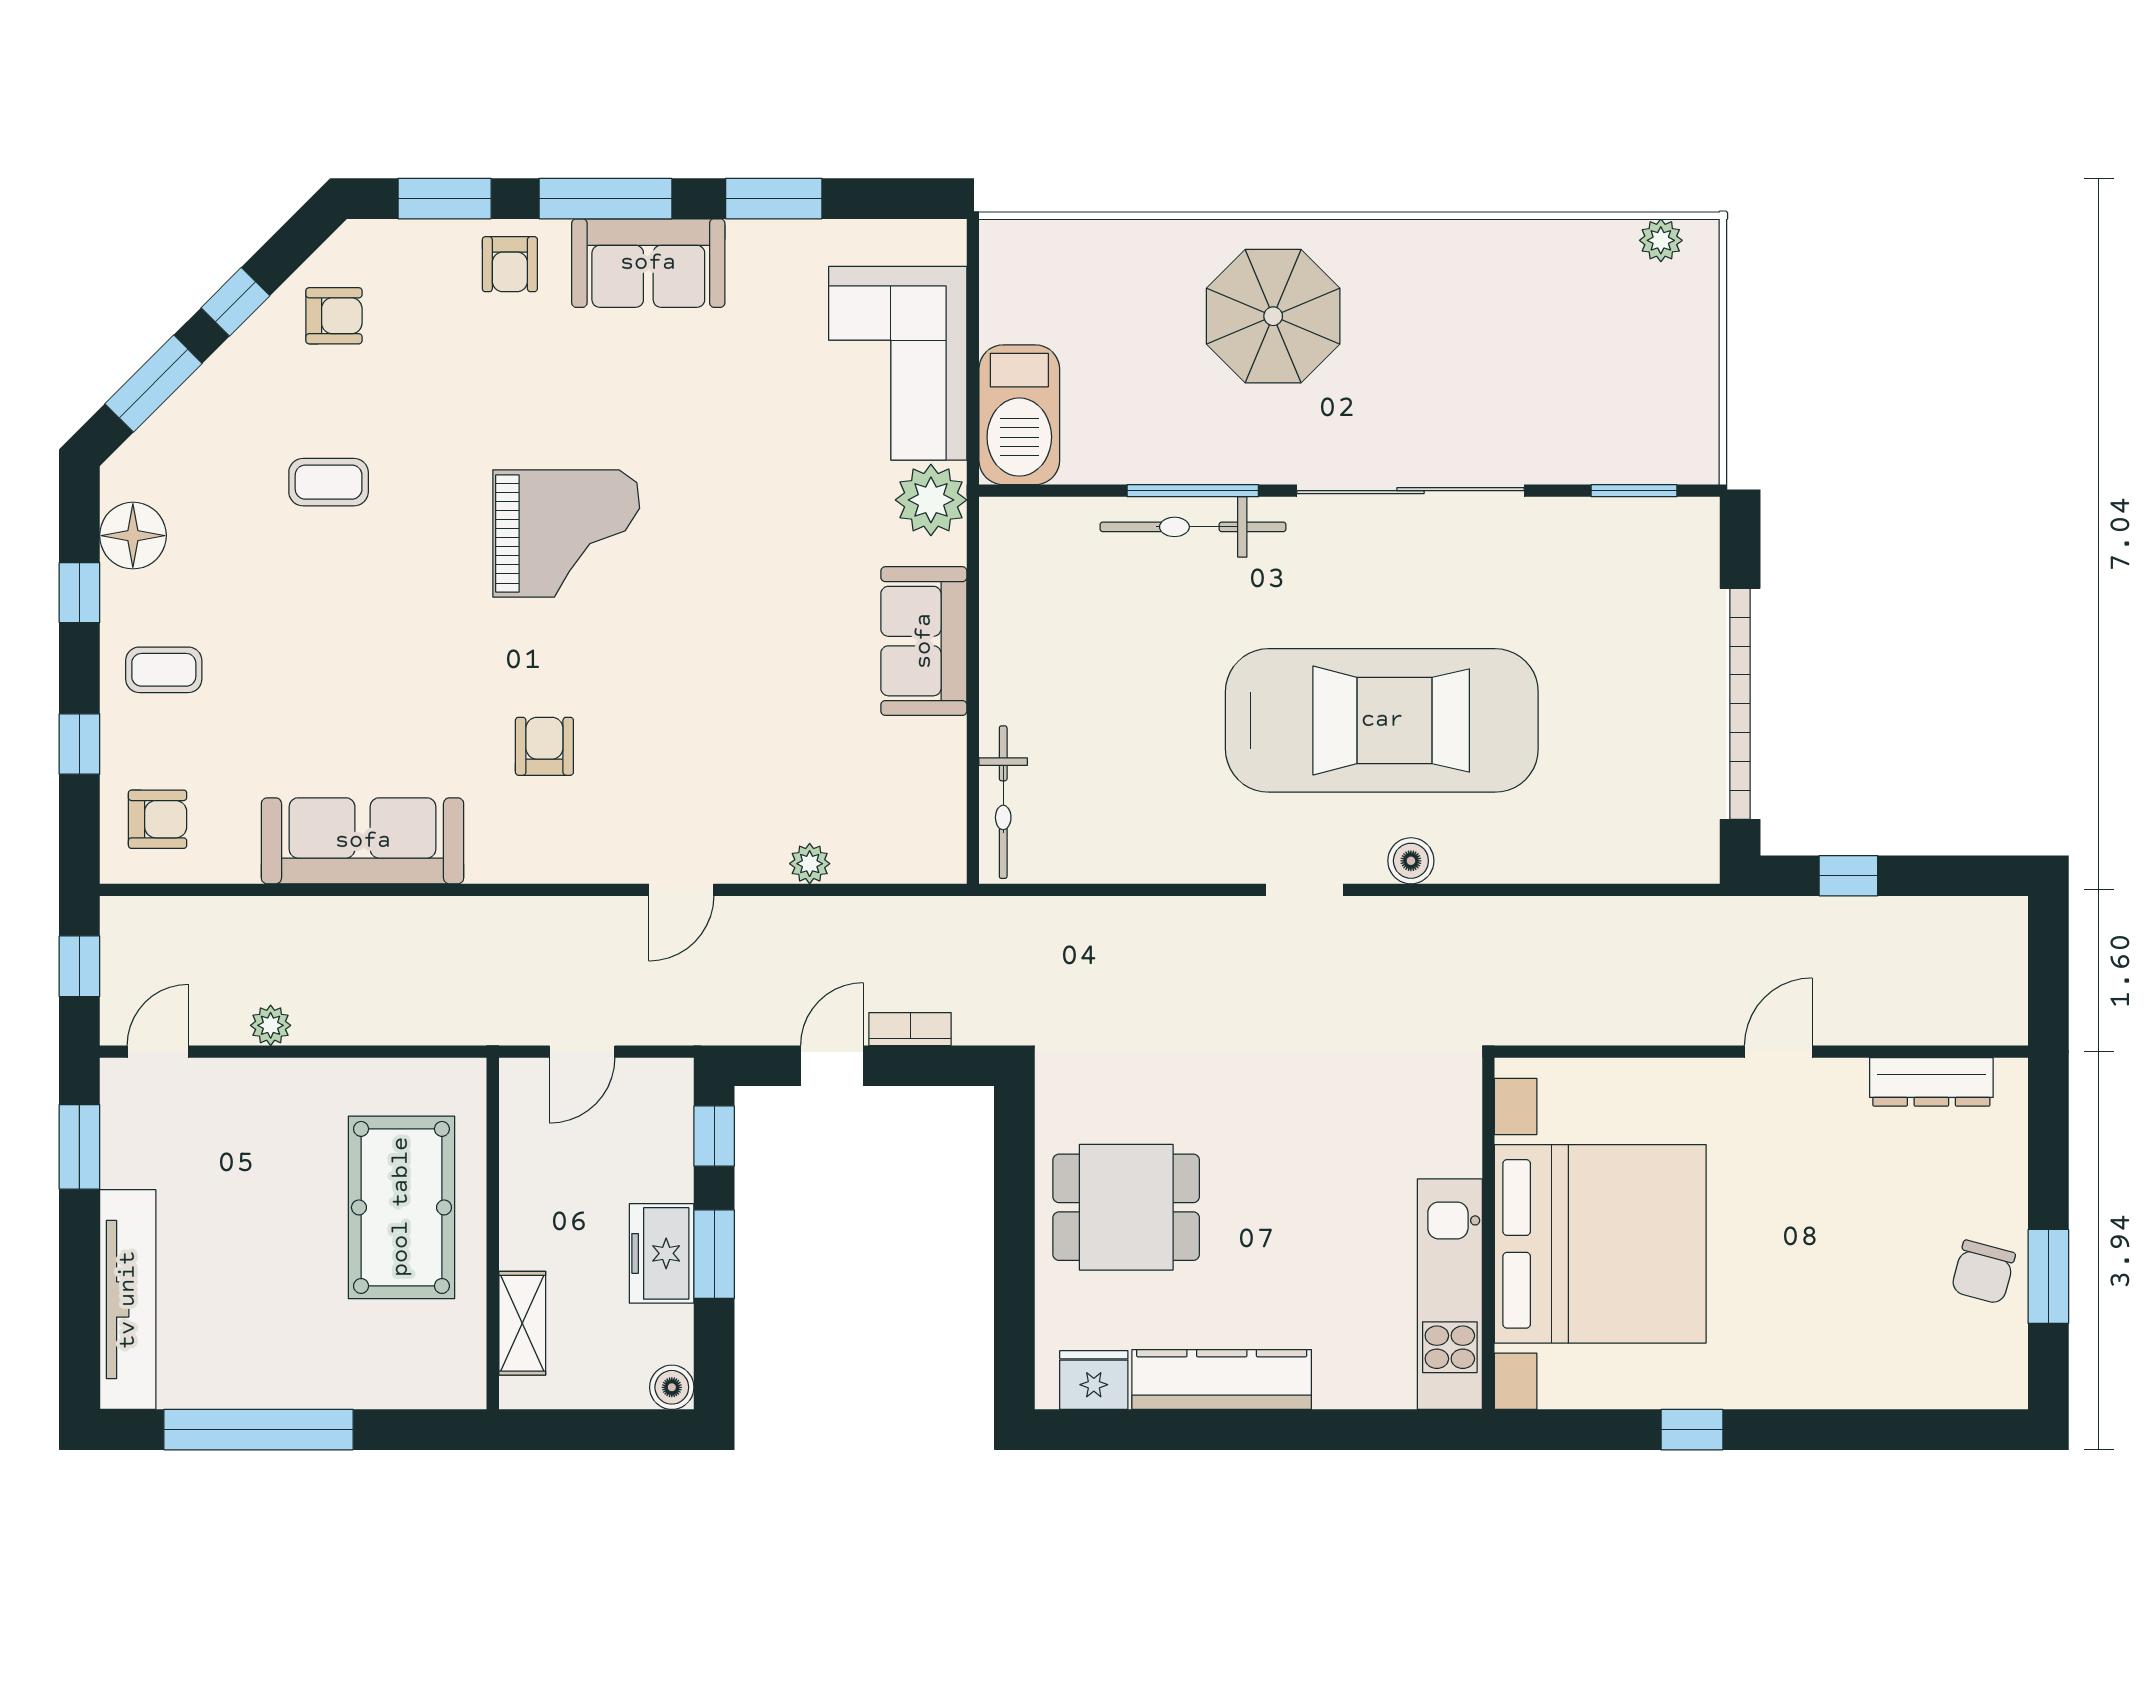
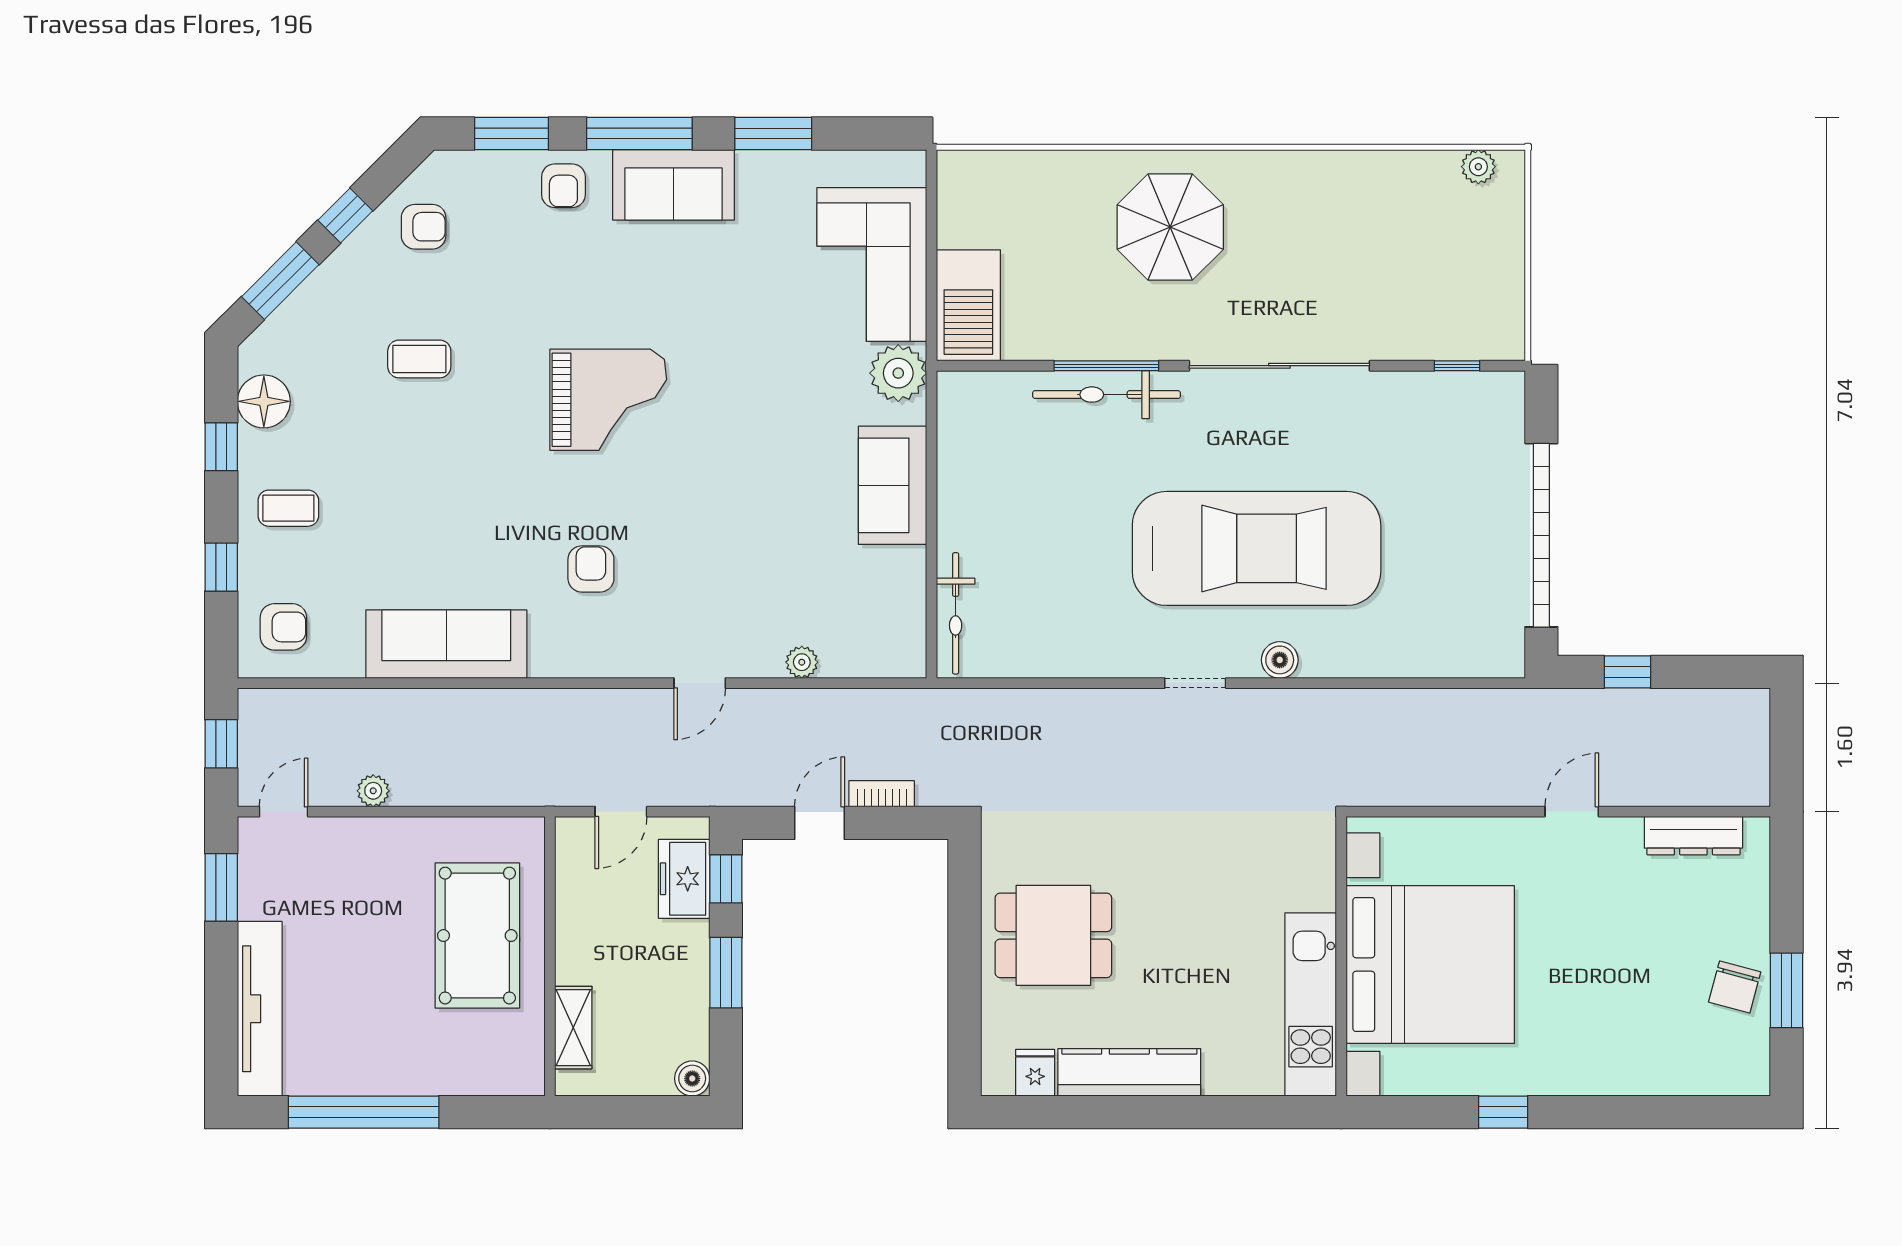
window: (1634, 491) -> (1457, 366), width x0.67
freezer: (662, 1253) -> (684, 879), moved
fridge: (1094, 1380) -> (1035, 1073), width x0.72

